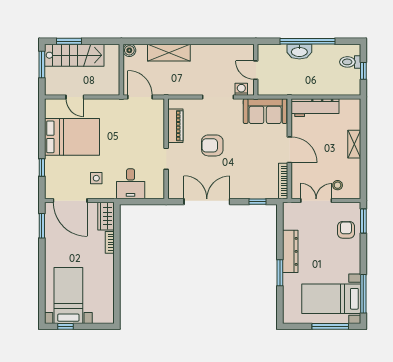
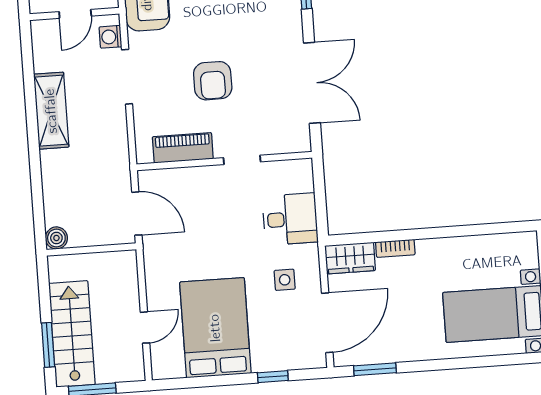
shelving: (169, 53) -> (51, 111), moved
door: (140, 97) -> (137, 214), swing flipped
double door: (207, 202) -> (312, 83), swing flipped

